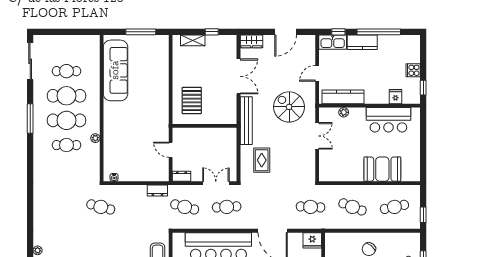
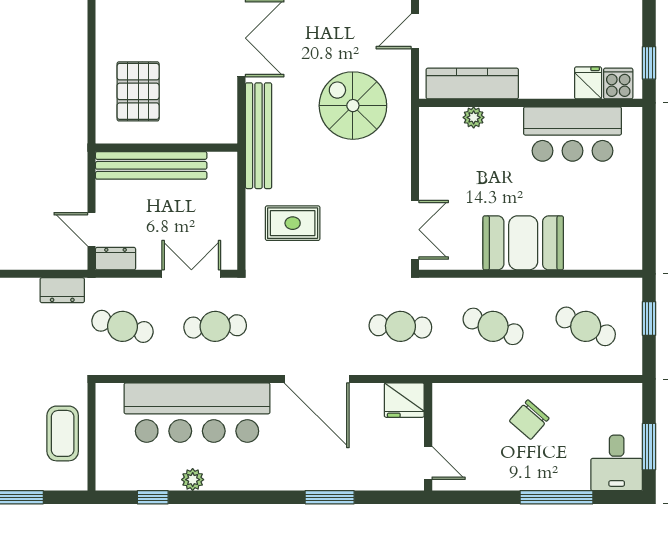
cooker: (413, 70) -> (618, 84), moved, turned 90
bench: (198, 134) -> (151, 165), added
double door: (317, 136) -> (415, 230), moved
door: (171, 150) -> (92, 229), moved
rug: (262, 160) -> (293, 223), turned 90
booth: (382, 169) -> (523, 243), moved
cafe table: (394, 207) -> (586, 326), turned 36
window: (423, 215) -> (649, 318), moved

